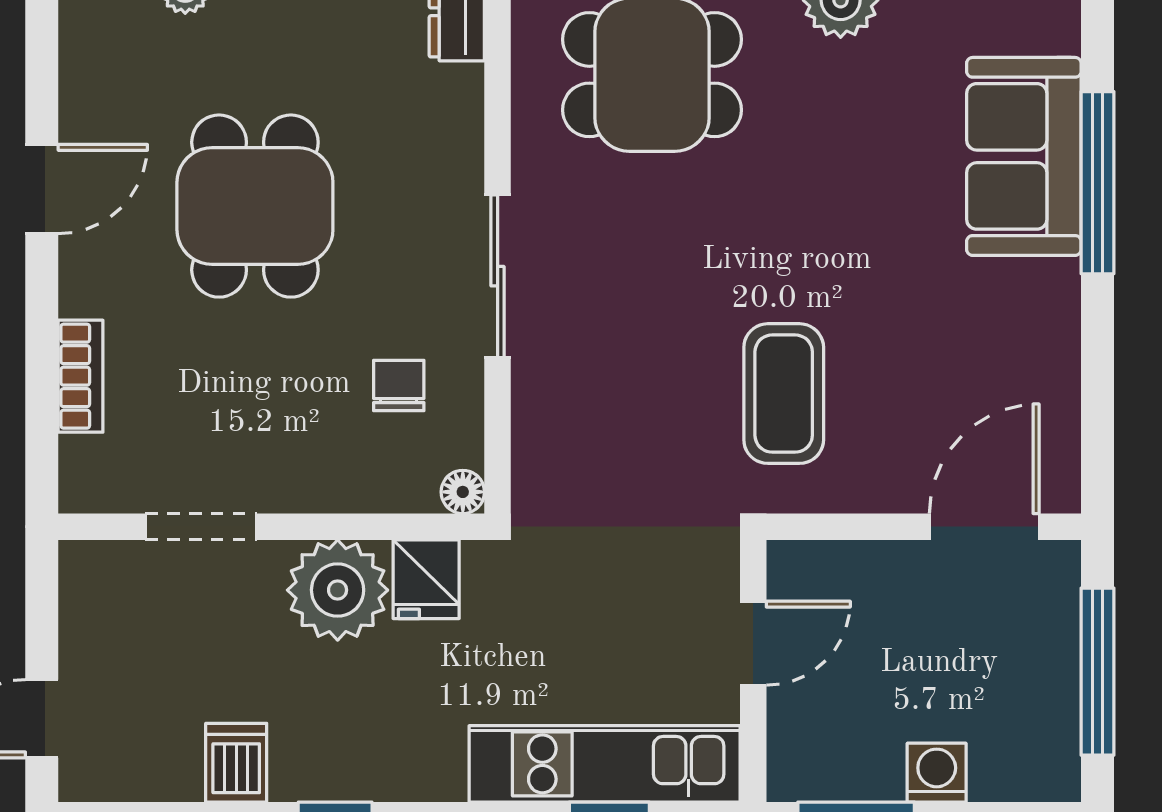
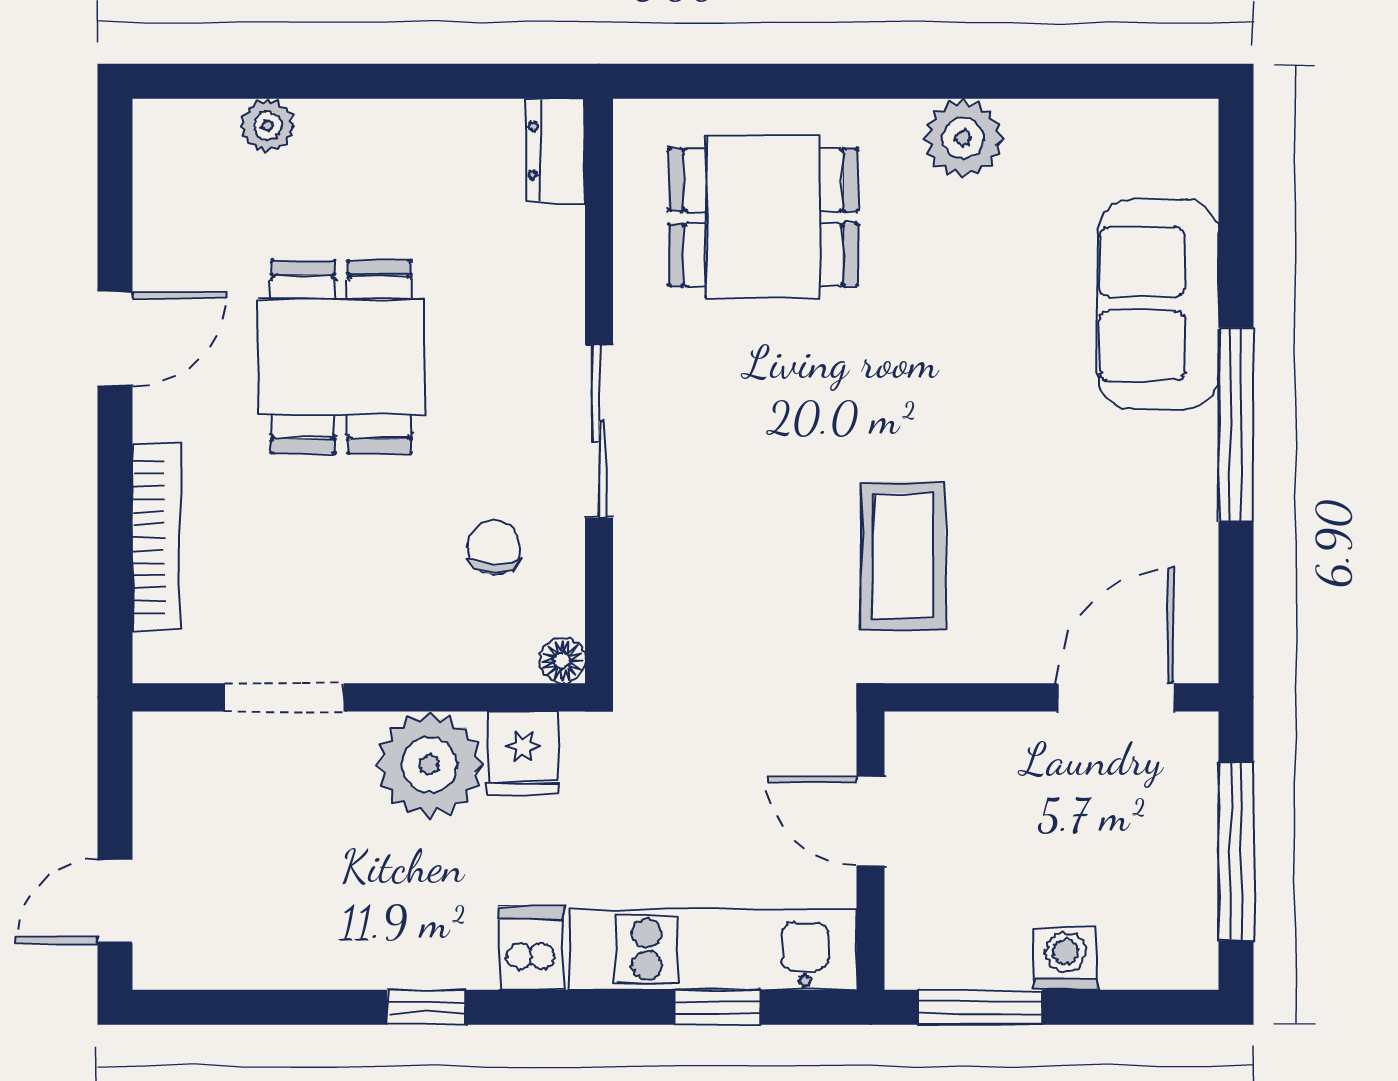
window: (1097, 183) -> (1236, 425), moved
bookcase: (81, 376) -> (156, 538), width x1.56
door: (753, 643) -> (871, 821), swing flipped
dishwasher: (236, 763) -> (531, 948), moved

